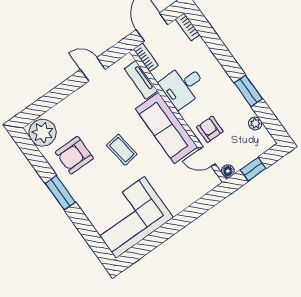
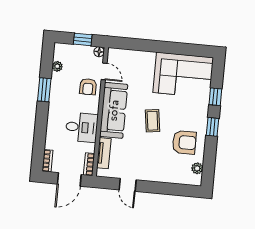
plant: (43, 133) -> (197, 168), width x0.53, depth x0.53
window: (60, 193) -> (213, 127), width x0.67
window: (82, 223) -> (215, 97), added

